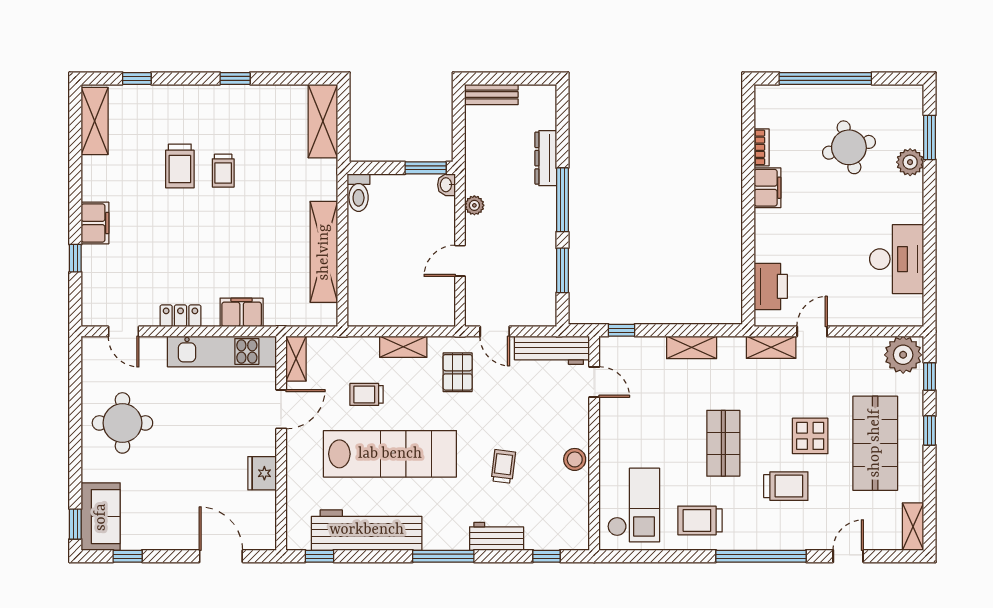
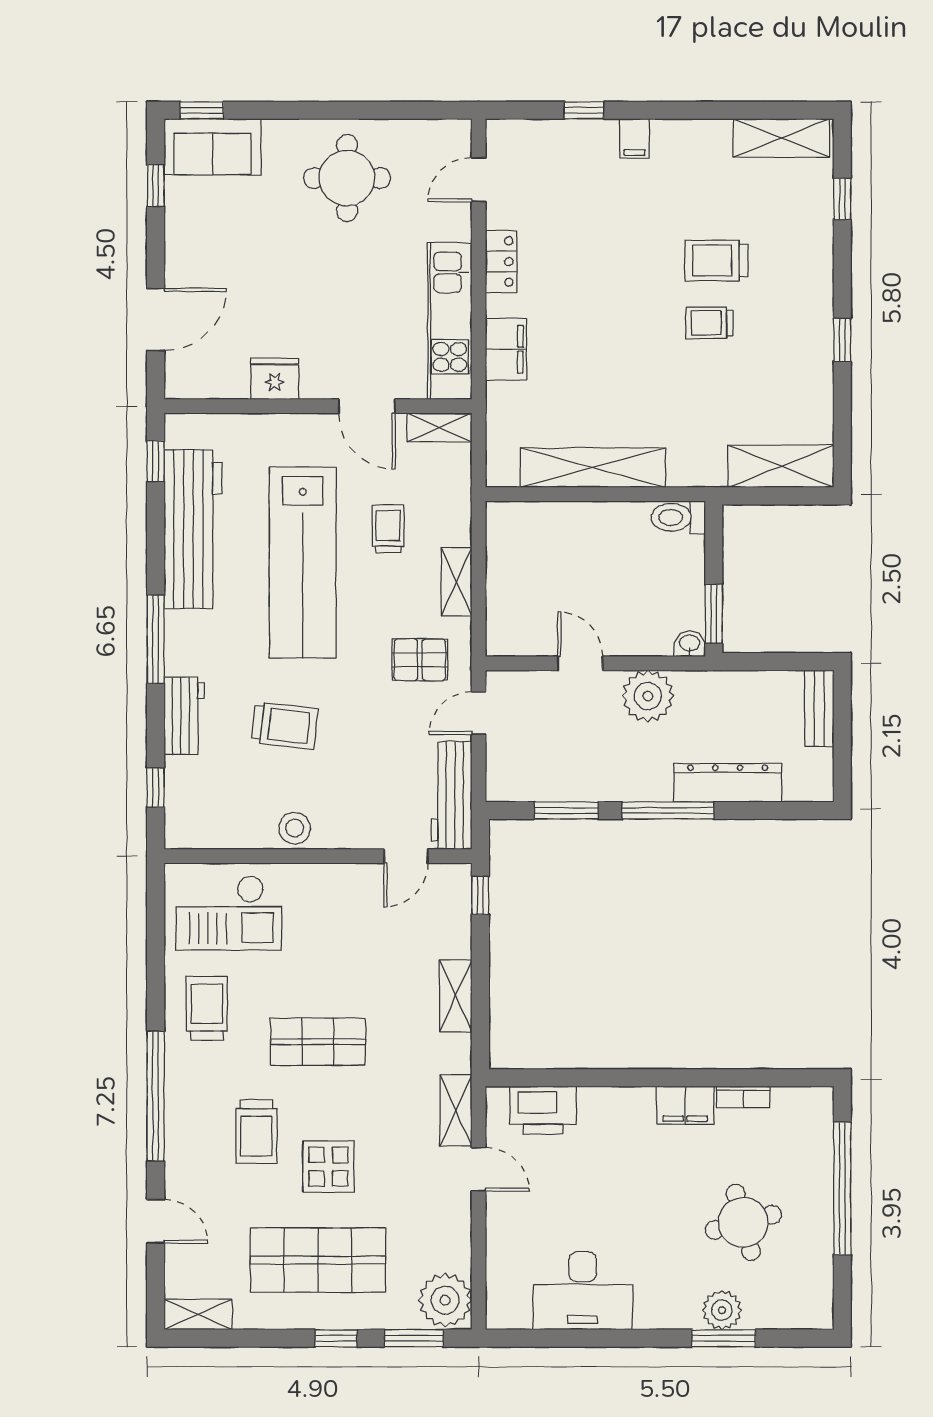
window: (930, 137) -> (724, 1338), moved
dresser: (546, 158) -> (728, 783), width x1.37, depth x1.24
plant: (474, 205) -> (648, 696), width x1.87, depth x1.87
filing cabinet: (95, 223) -> (634, 139), width x0.50
window: (930, 377) -> (414, 1338), width x1.50
trolley: (503, 466) -> (285, 725), width x1.36, depth x1.39

